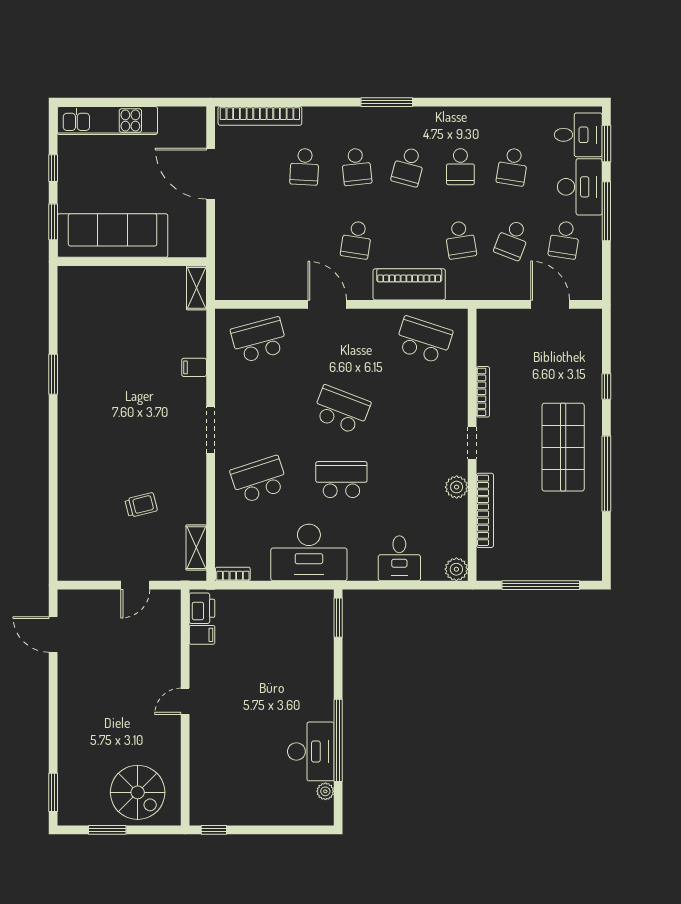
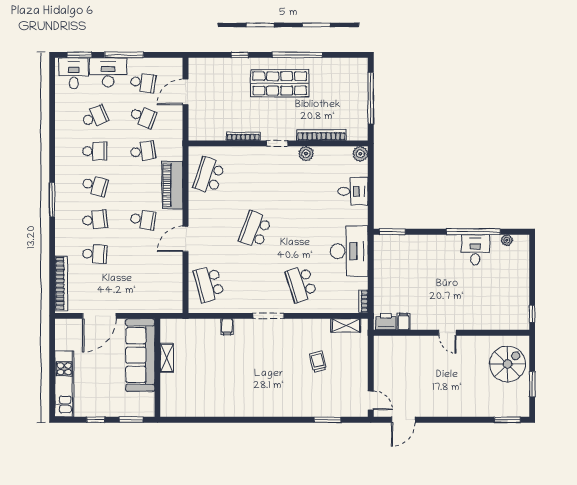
school desk: (512, 167) -> (95, 117), turned -33
sofa: (113, 236) -> (140, 355), moved
shelving: (196, 288) -> (167, 358), moved, turned 90
window: (53, 374) -> (327, 420), moved
school desk: (341, 480) -> (301, 230), removed
door: (135, 585) -> (371, 400), moved
desk: (311, 751) -> (475, 250), width x0.73

